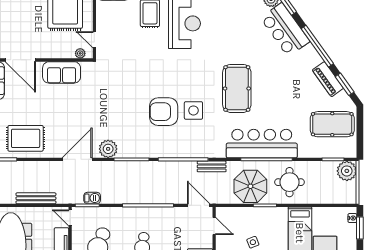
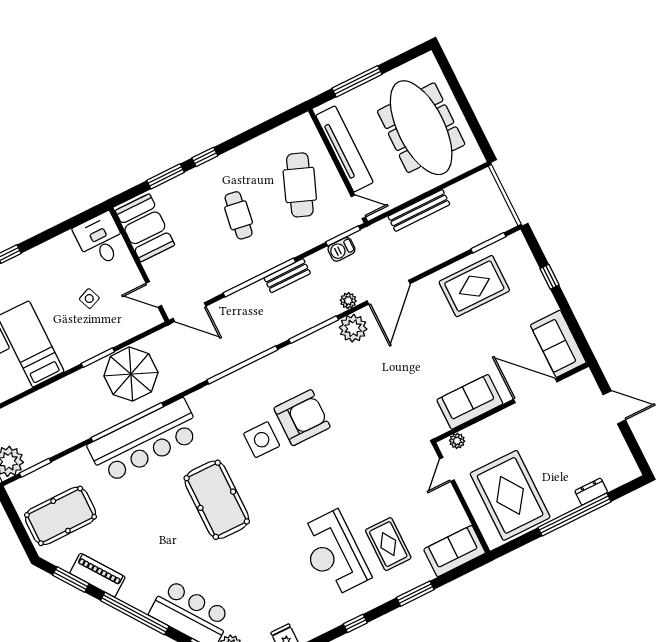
door: (94, 40) -> (447, 469), swing flipped
plant: (103, 166) -> (348, 301), added
bench: (212, 166) -> (287, 276), moved
round table: (289, 182) -> (80, 407), removed

